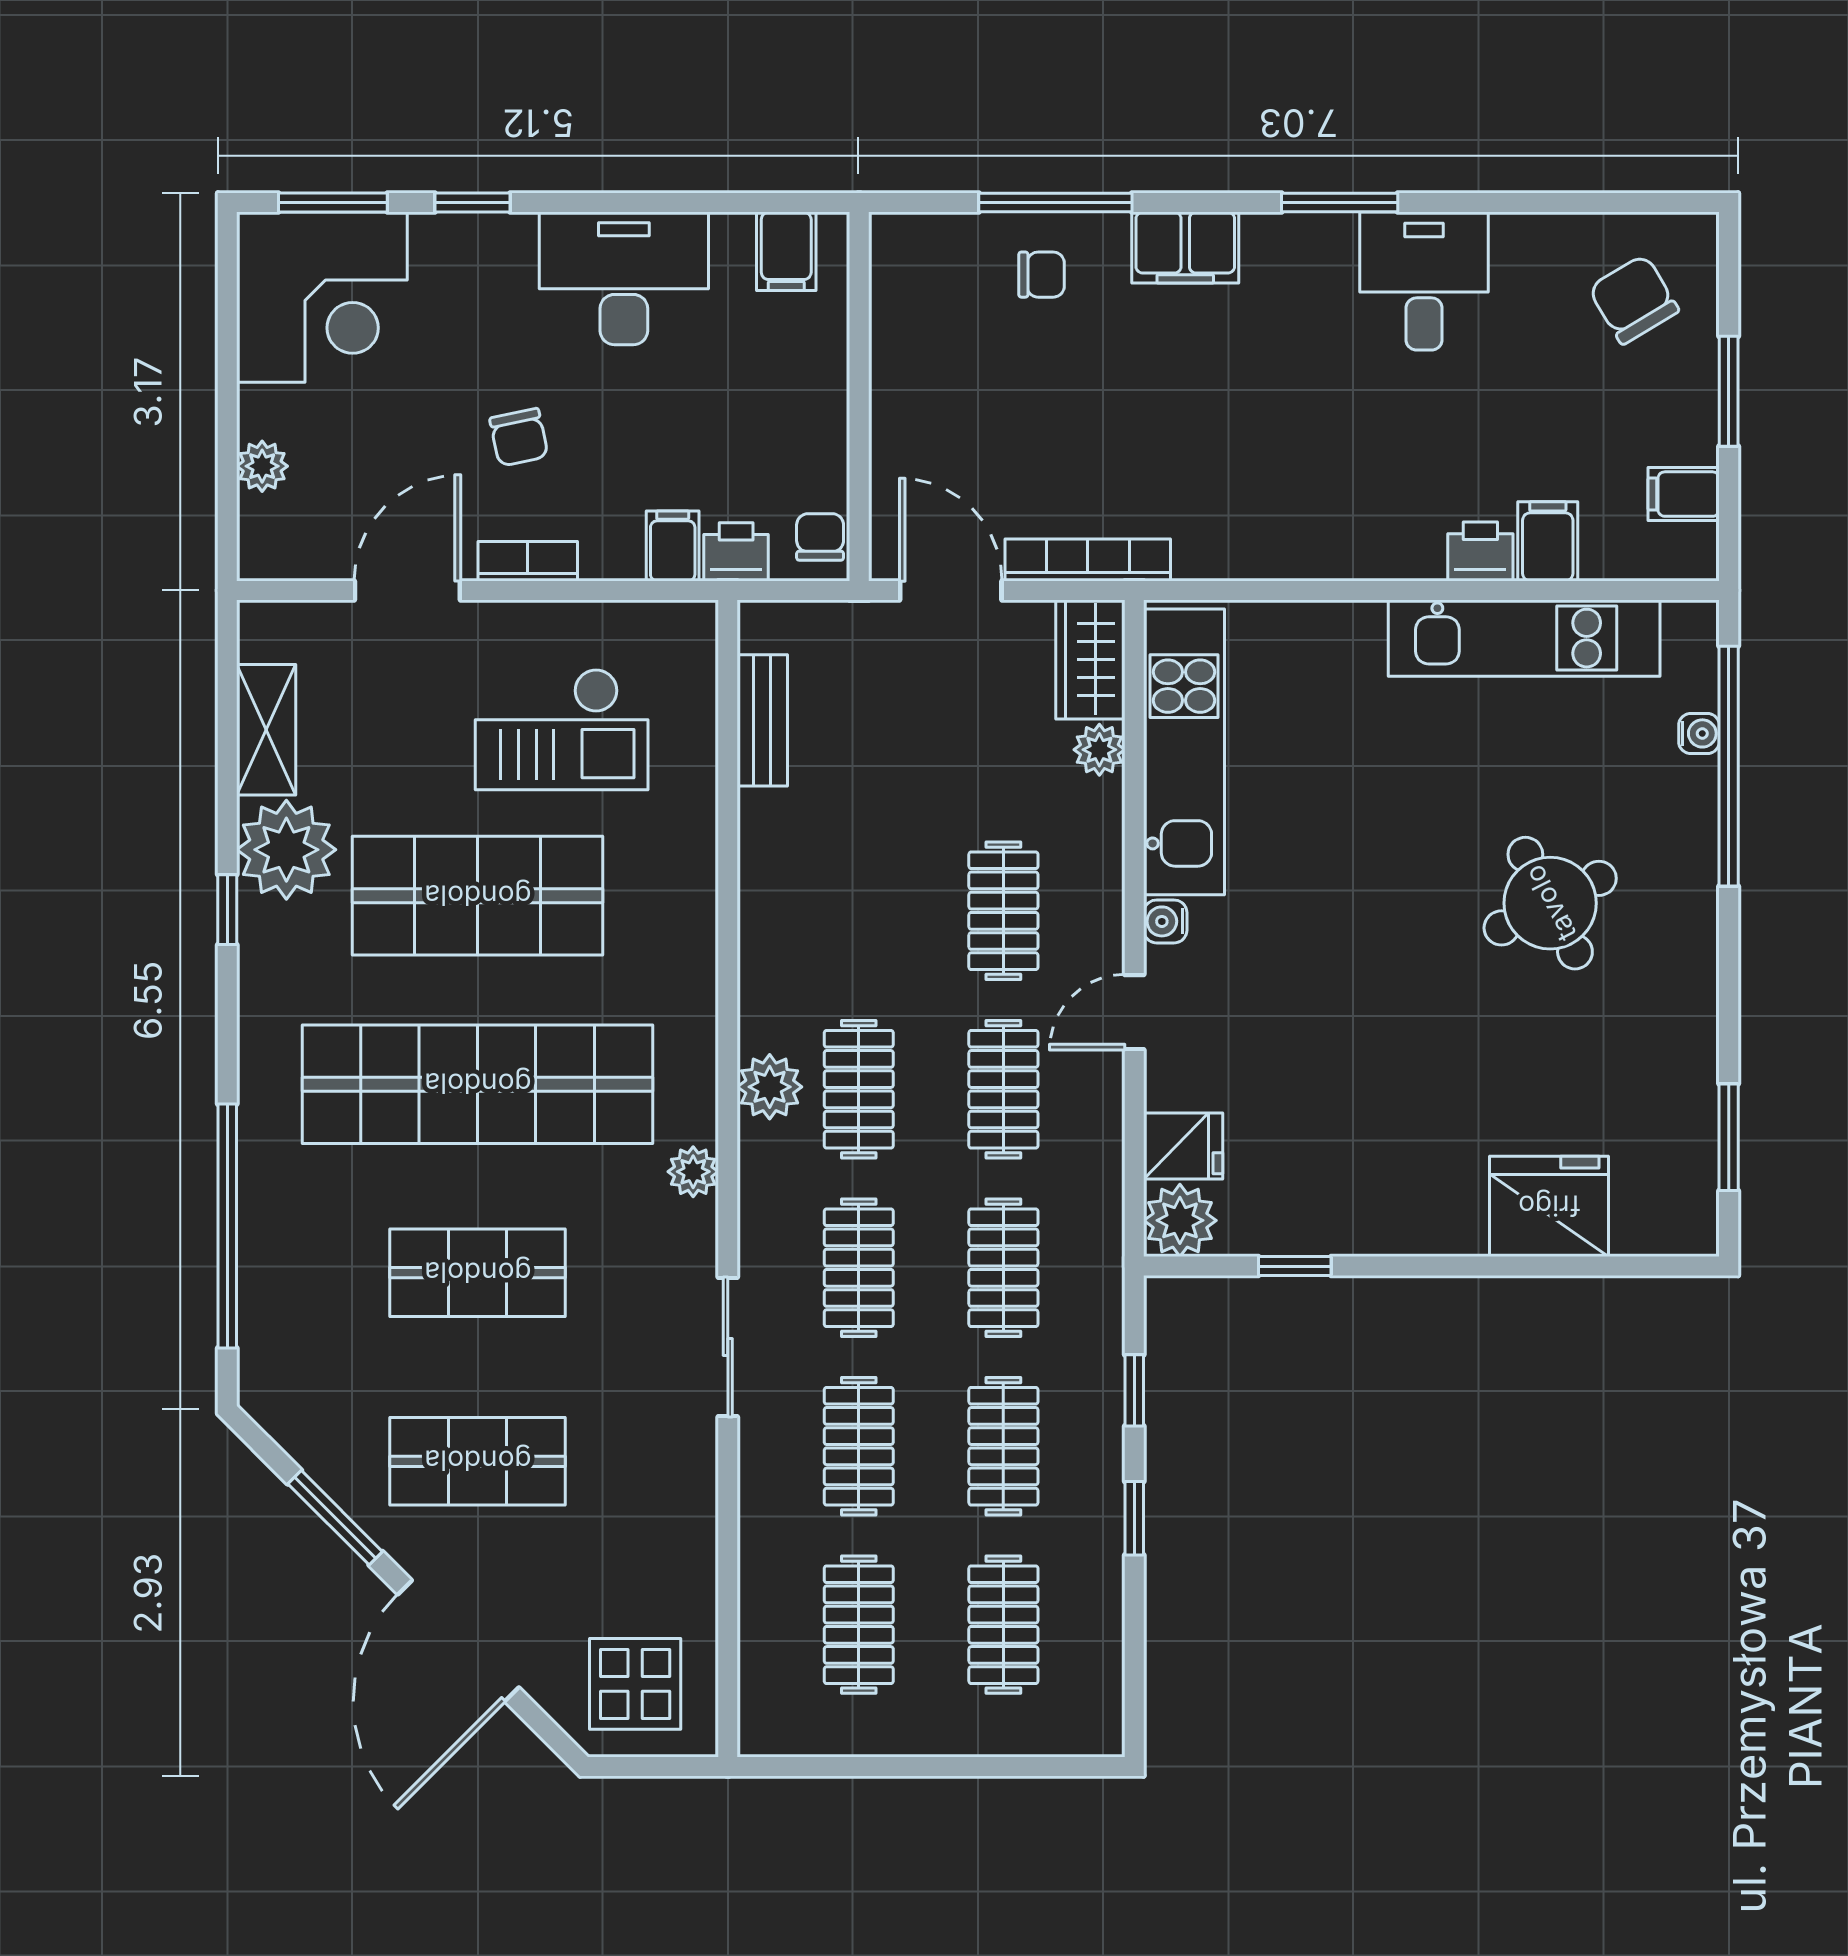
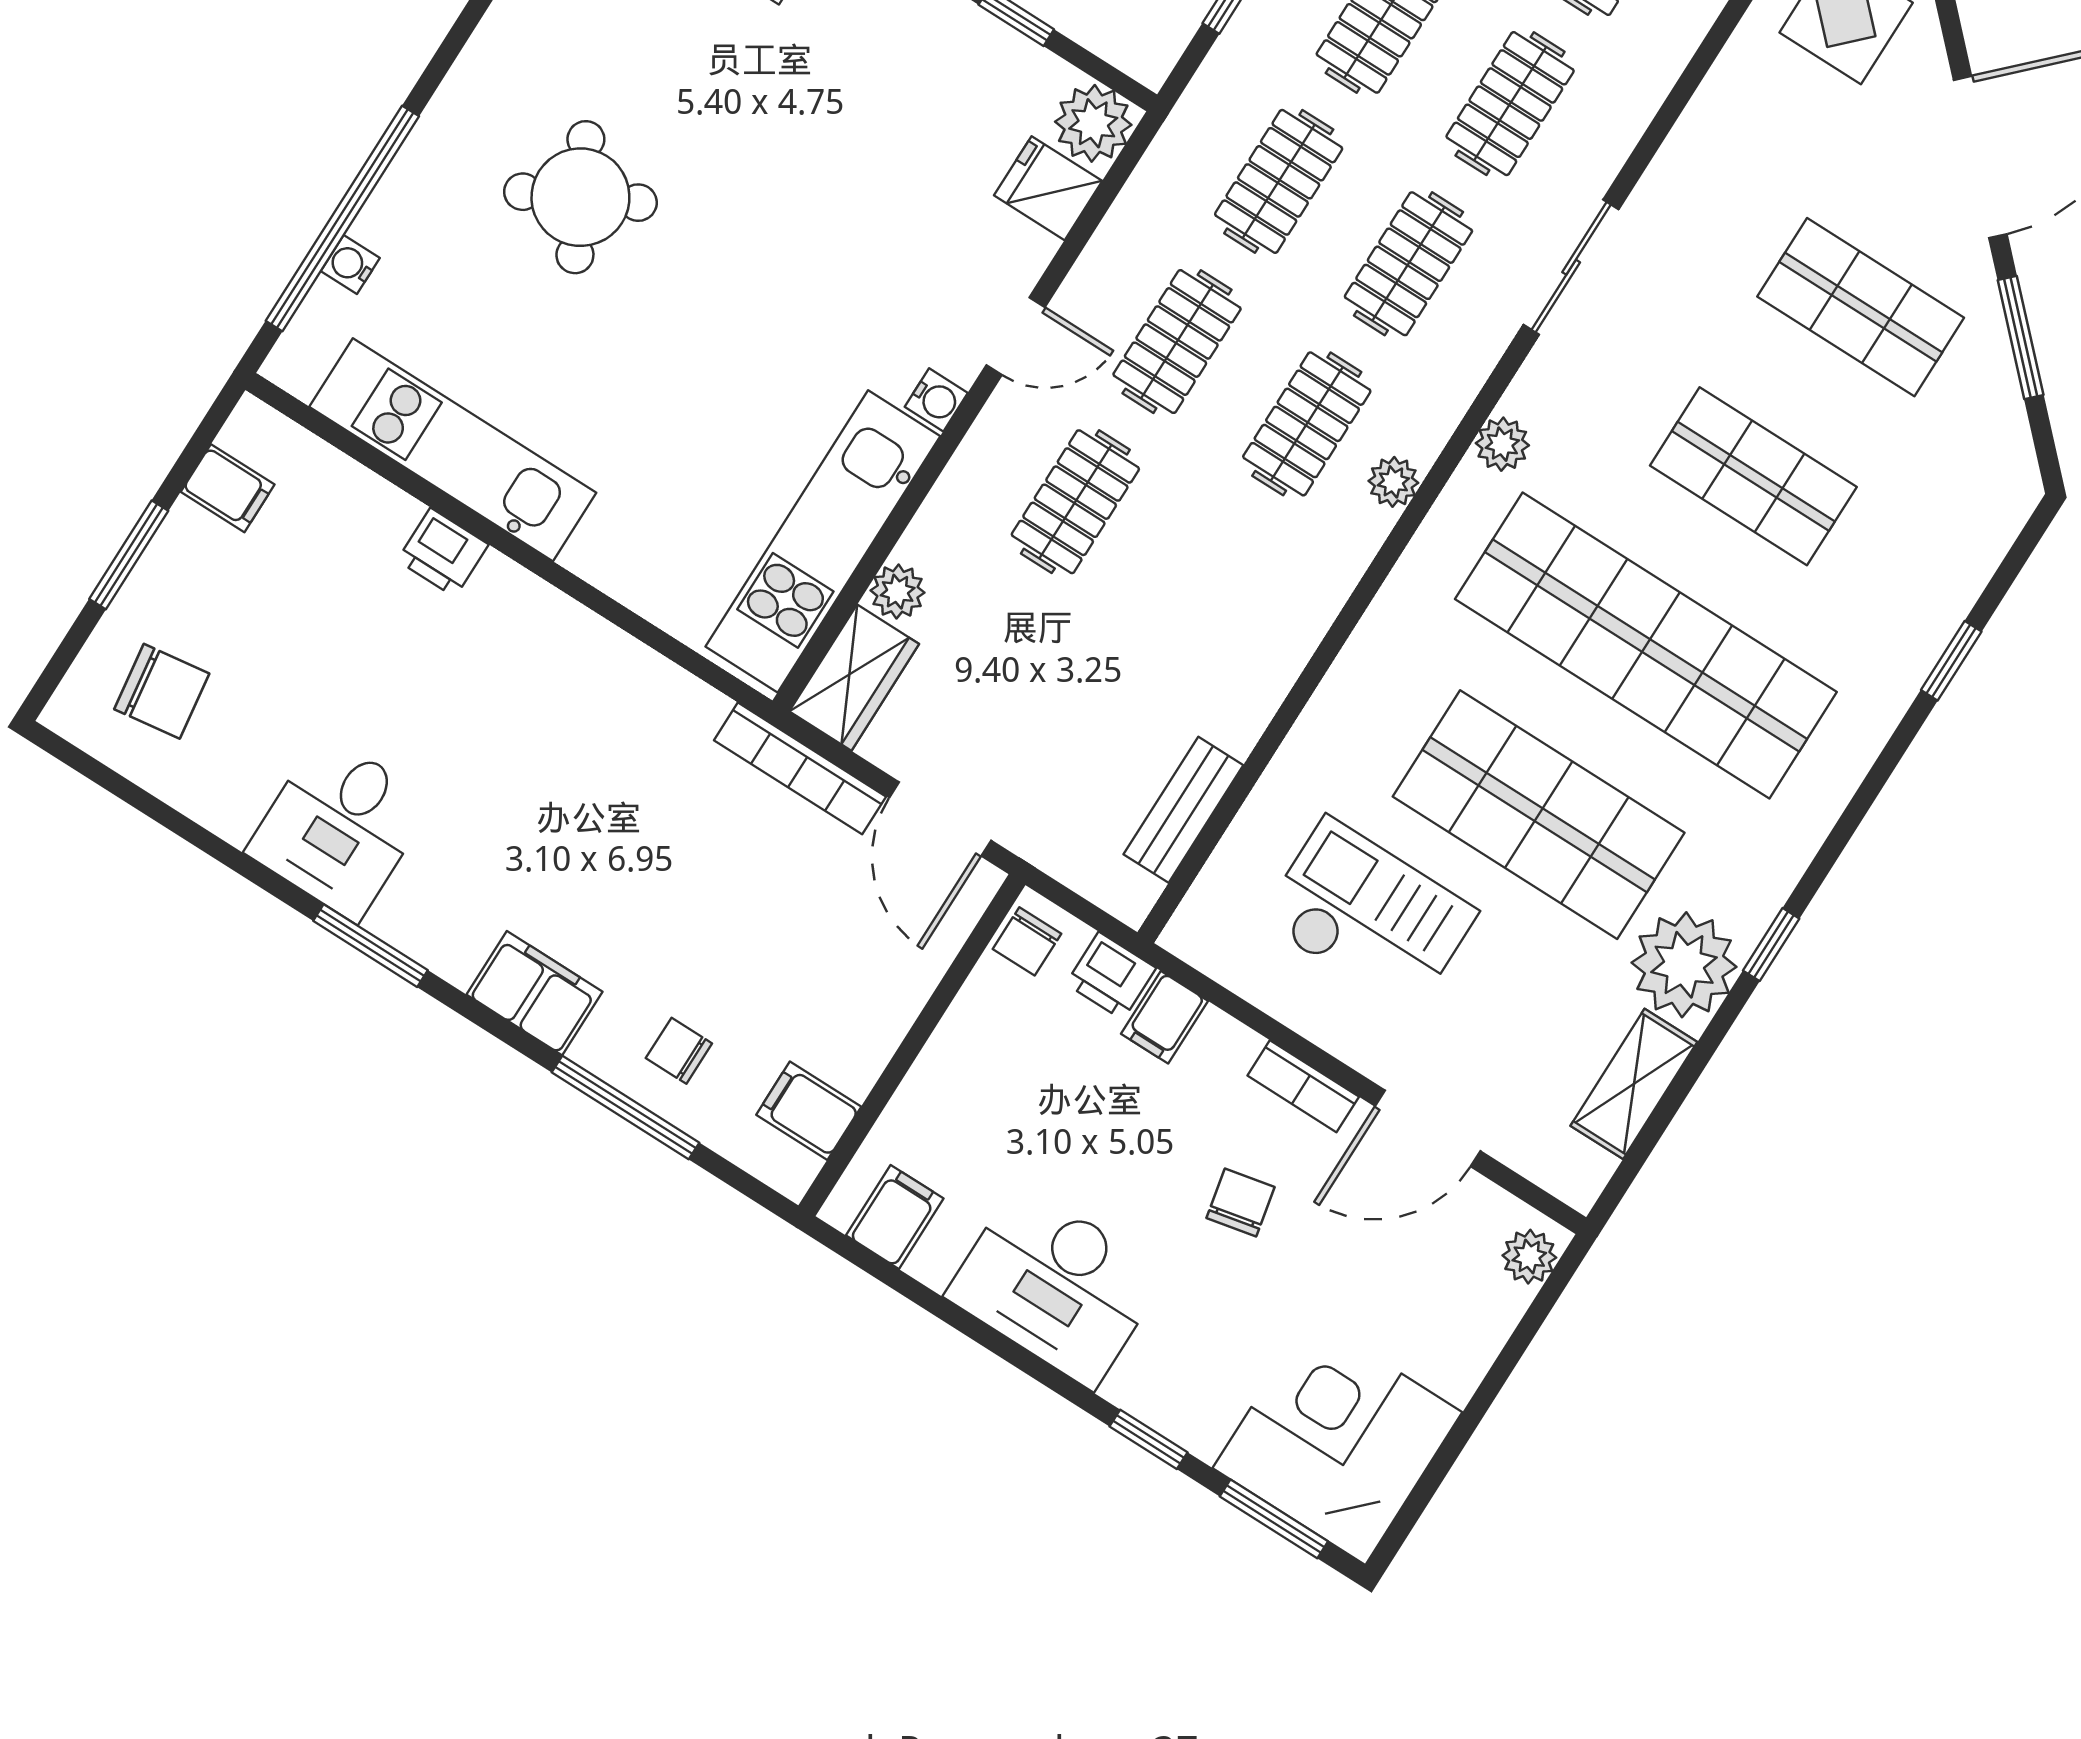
chair: (1634, 299) -> (162, 691), turned -67
plant: (262, 466) -> (1529, 1257), moved
filing cabinet: (1548, 541) -> (809, 1111), moved, turned 90
plant: (770, 1087) -> (1393, 482), width x0.73, depth x0.73
window: (227, 1226) -> (1951, 661), width x0.32

